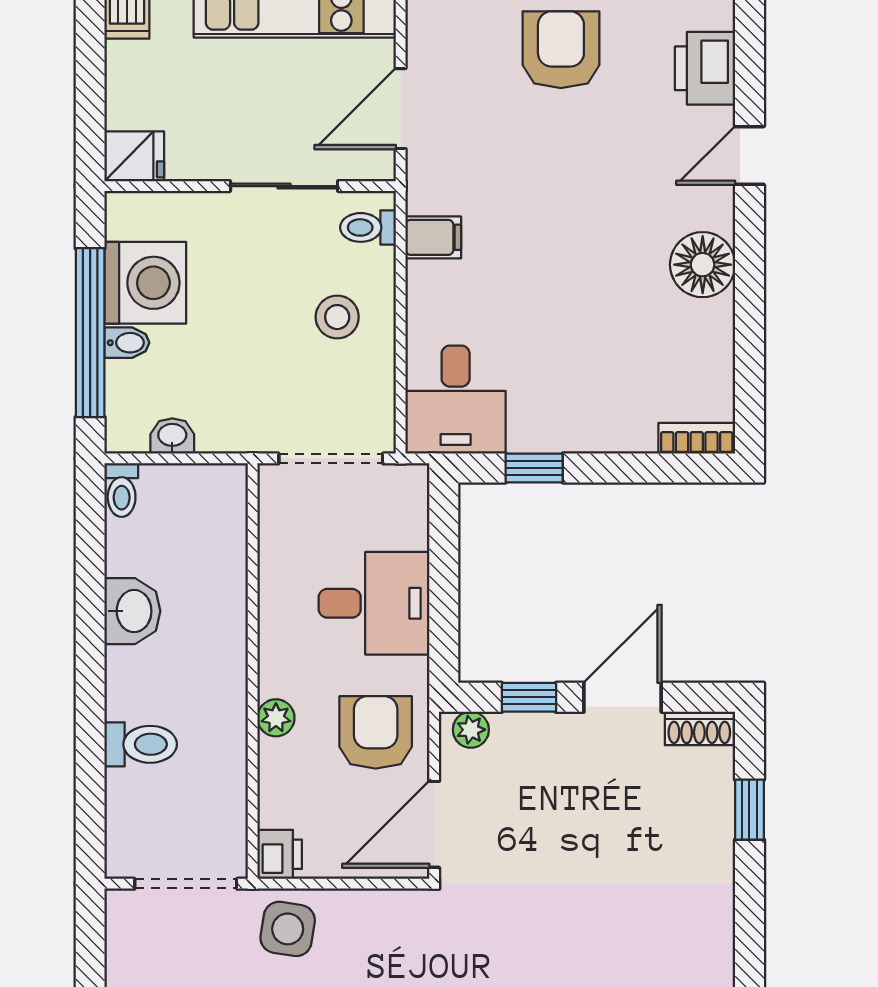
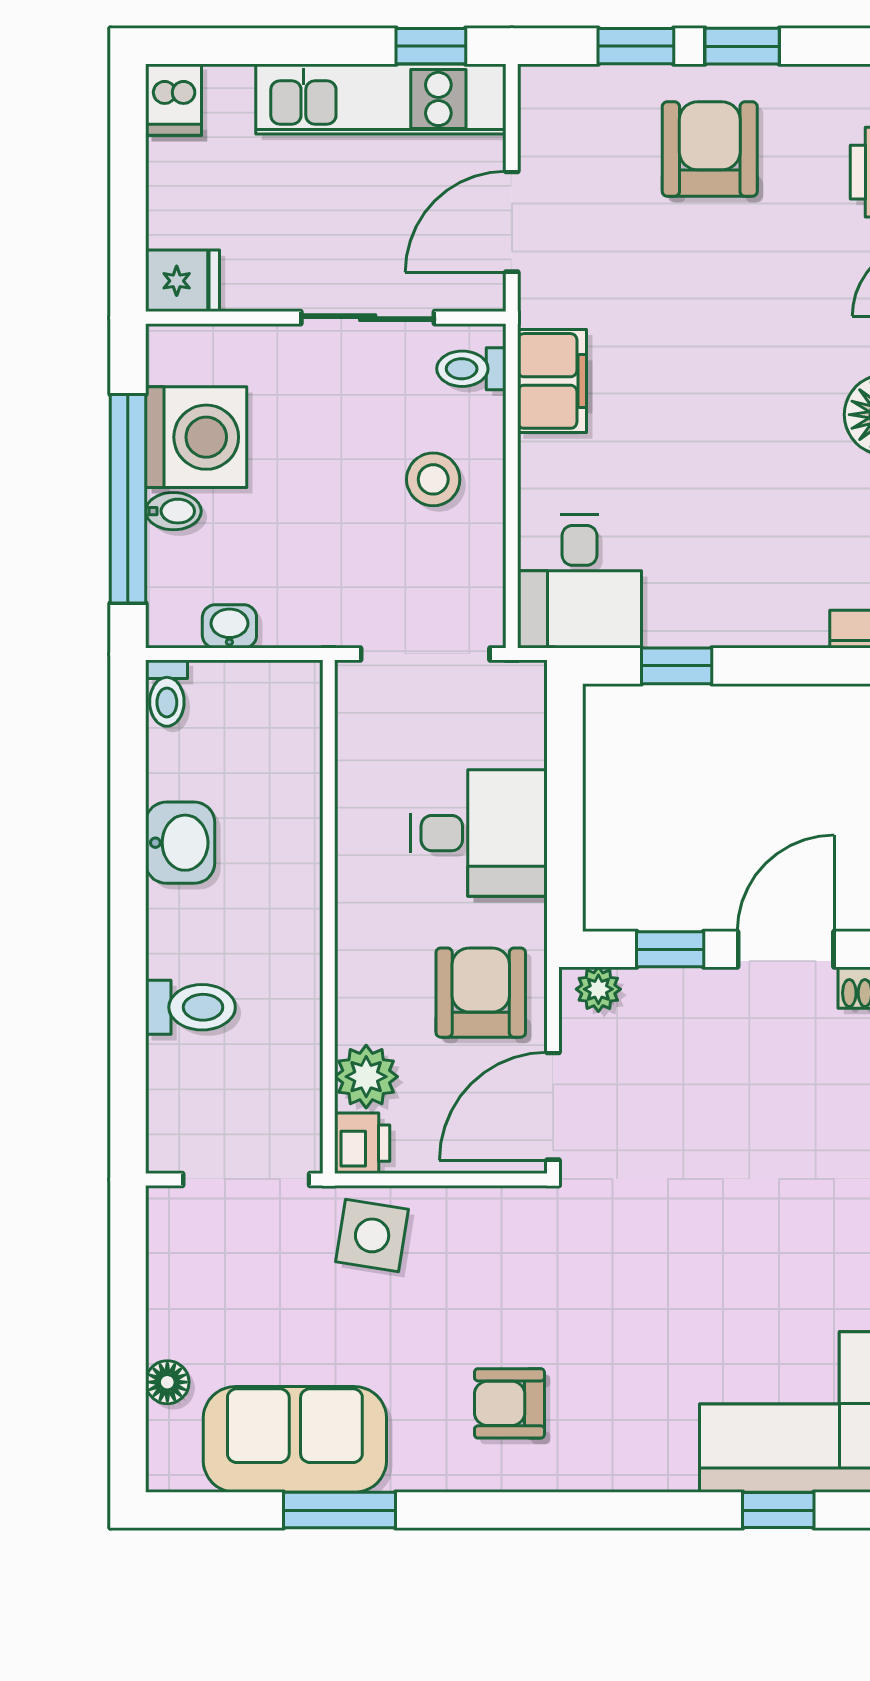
filing cabinet: (433, 237) -> (552, 381), width x2.00
plant: (276, 718) -> (366, 1077), moved, width x1.38, depth x1.38

